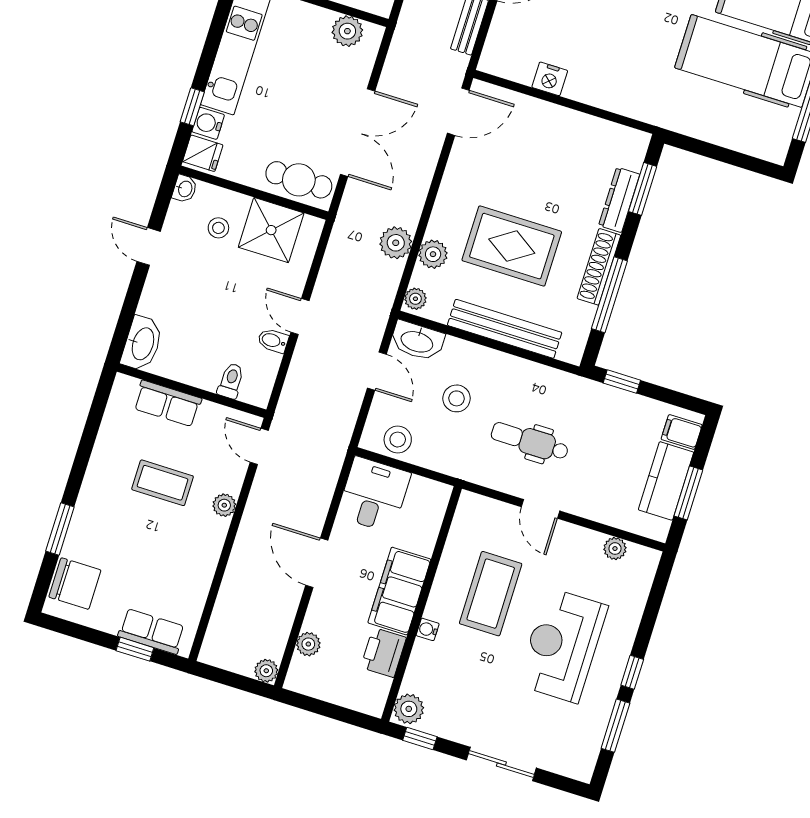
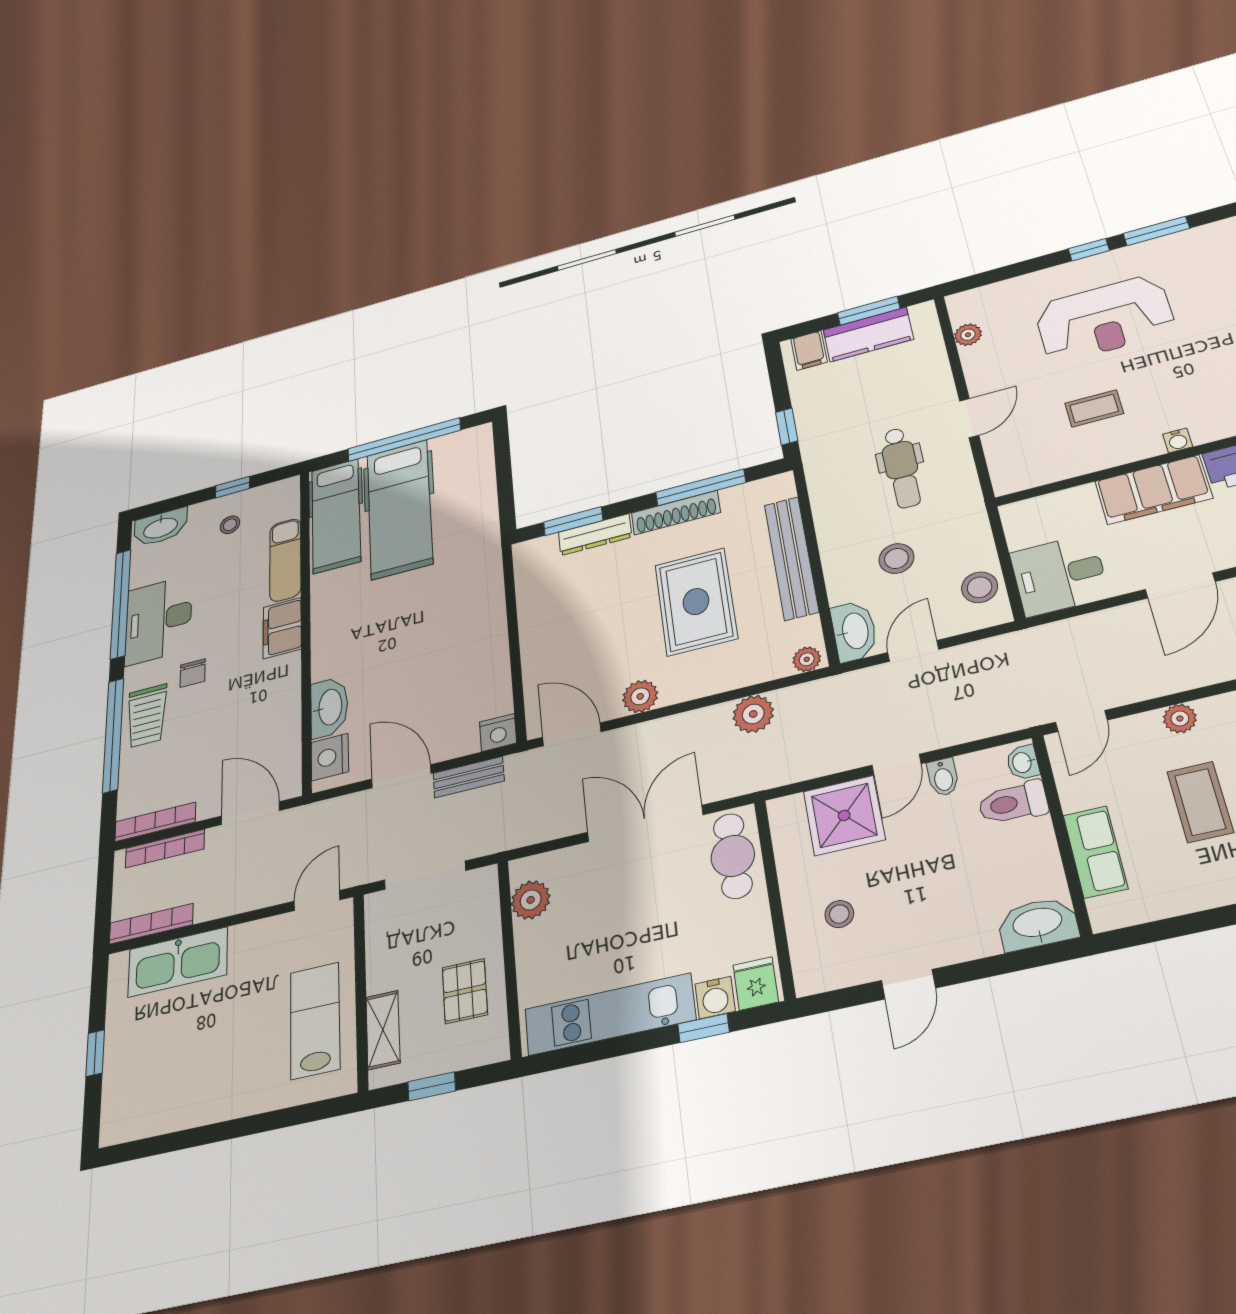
nightstand: (550, 79) -> (498, 733), moved, turned 90
washbasin: (185, 189) -> (1023, 762), moved, turned -90
shower: (271, 230) -> (844, 815), moved
plant: (433, 254) -> (640, 696), moved
toilet: (231, 381) -> (1013, 803), width x1.37, depth x1.39
coffee table: (491, 594) -> (1094, 408), width x0.54, depth x0.58

